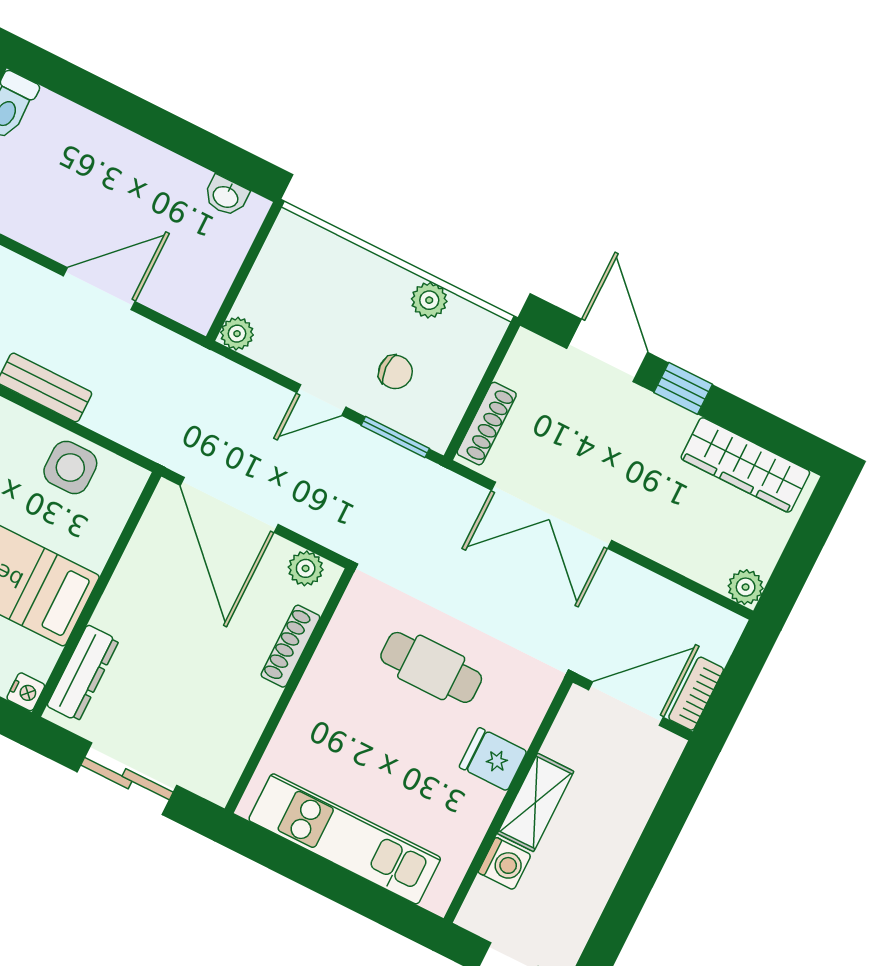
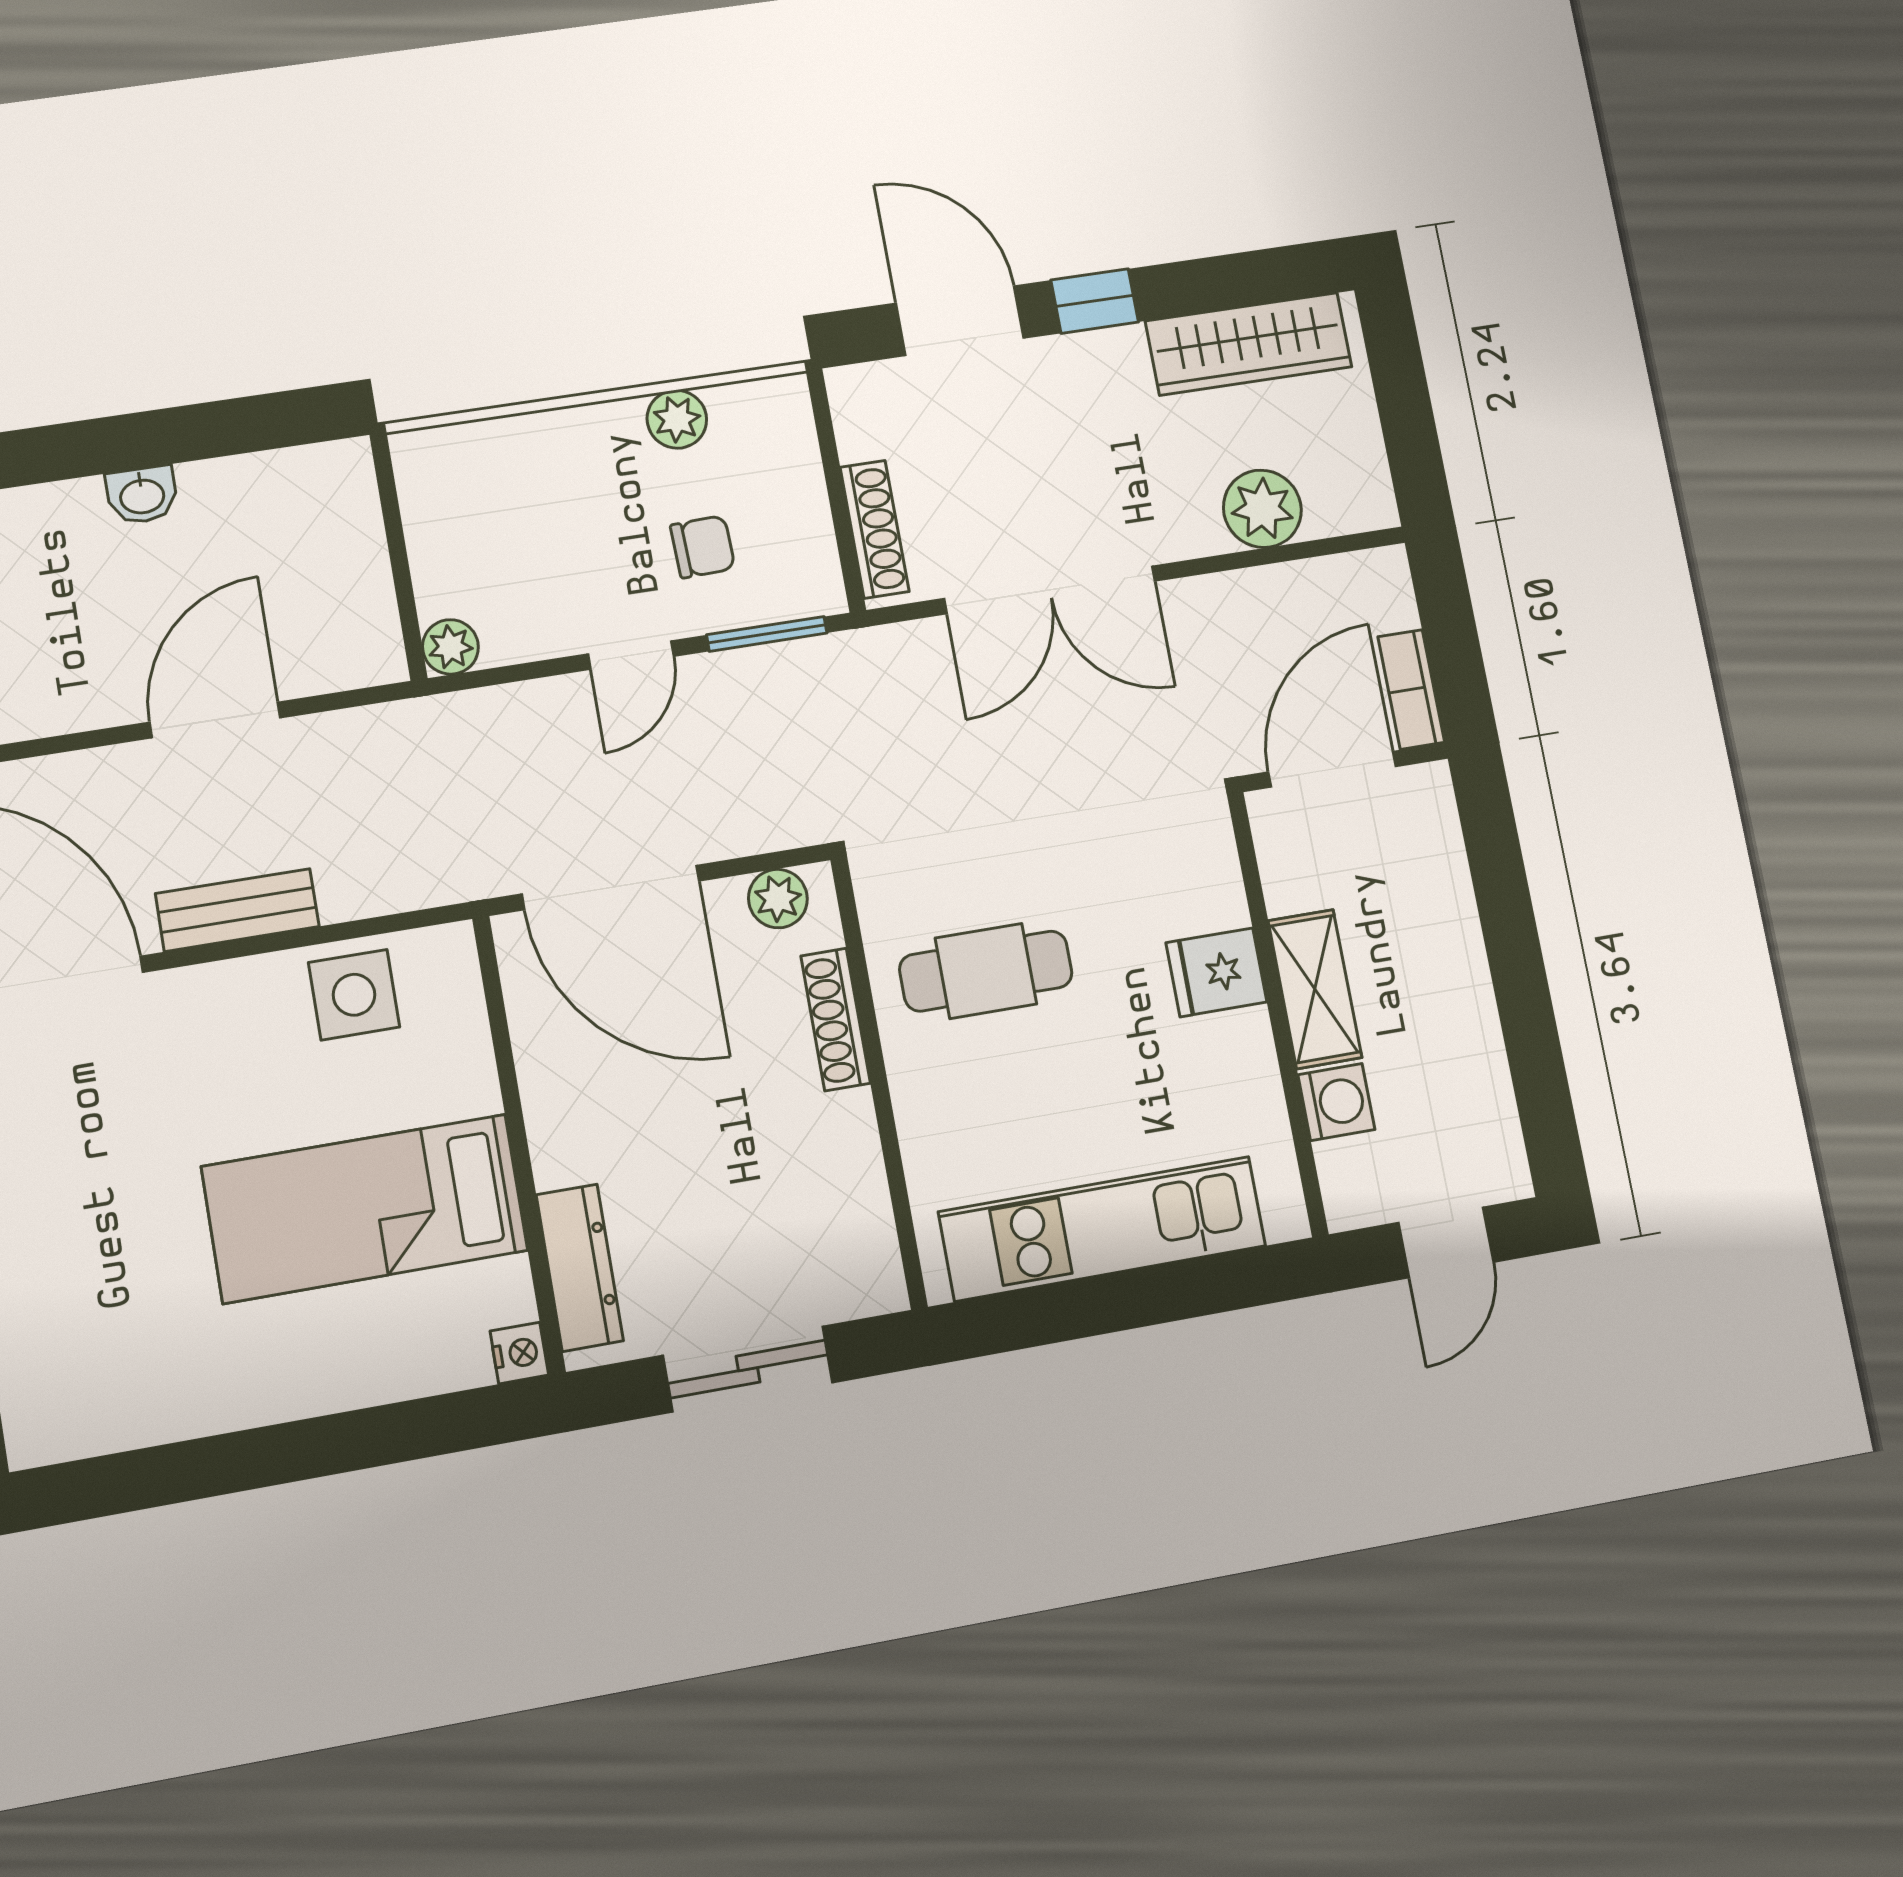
washbasin: (226, 196) -> (142, 495), moved
plant: (746, 587) -> (1262, 509), moved, width x1.38, depth x1.38
cafe table: (431, 667) -> (986, 971), moved

